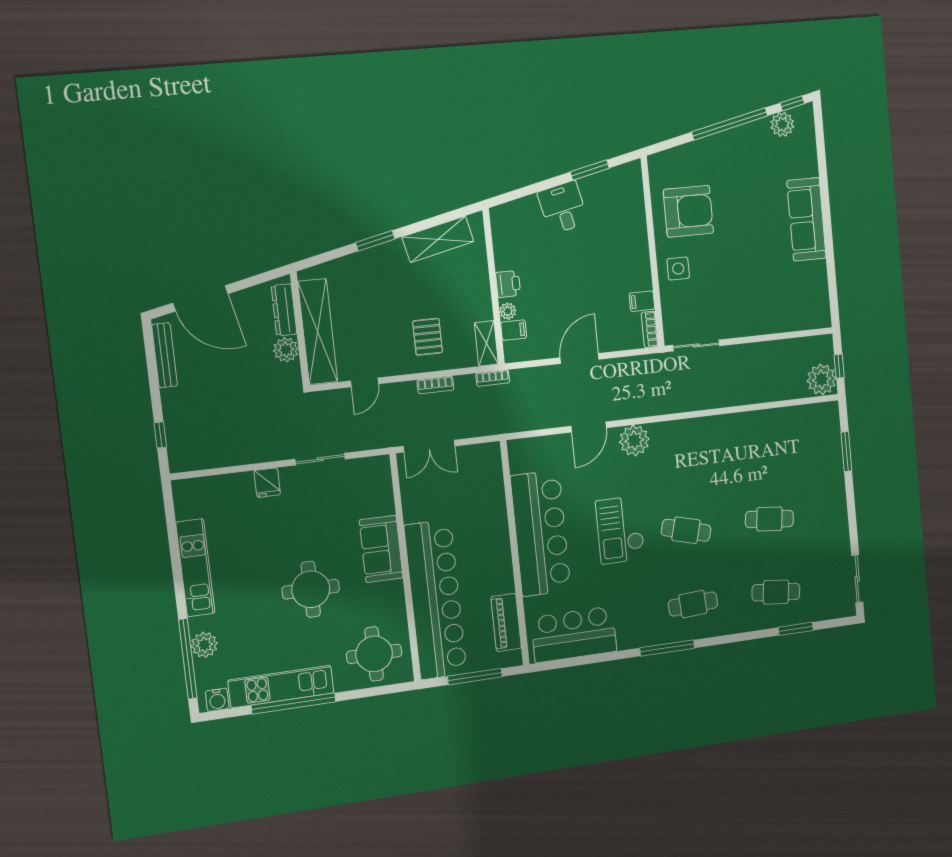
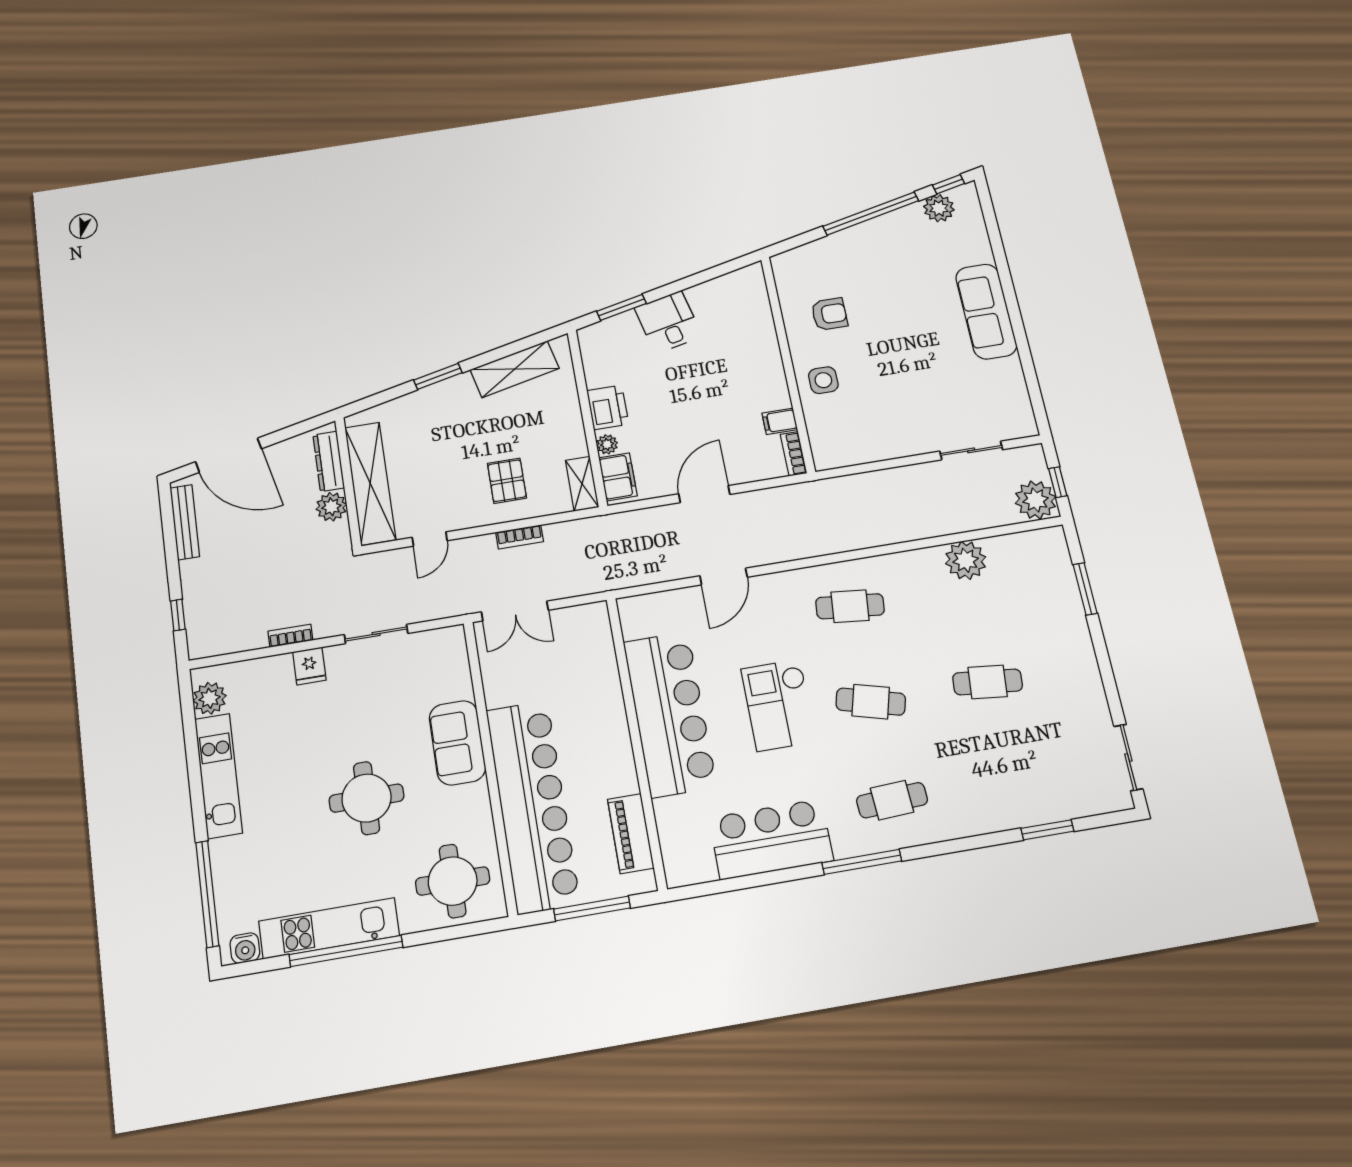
window: (590, 170) -> (621, 307), moved
armchair: (688, 211) -> (829, 314), width x0.53, depth x0.53
printer: (508, 284) -> (608, 407), width x1.36, depth x1.24
filing cabinet: (514, 330) -> (618, 477), width x2.00
sliding door: (696, 345) -> (971, 450), moved
bookcase: (493, 378) -> (290, 636), moved, turned 180
plant: (634, 440) -> (966, 560), moved
cafe table: (776, 592) -> (850, 606), moved
bar counter: (574, 634) -> (771, 839), moved
plant: (204, 645) -> (210, 698), moved

